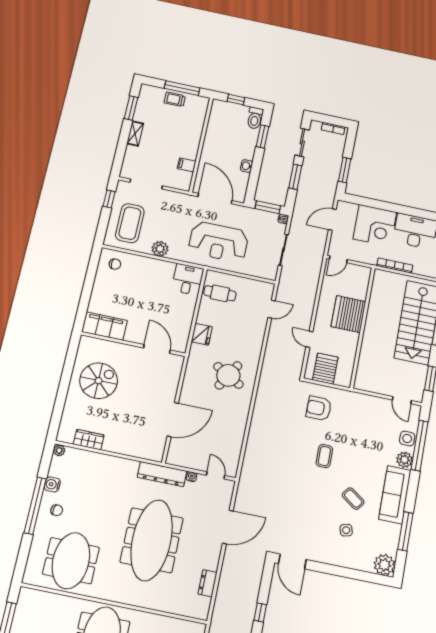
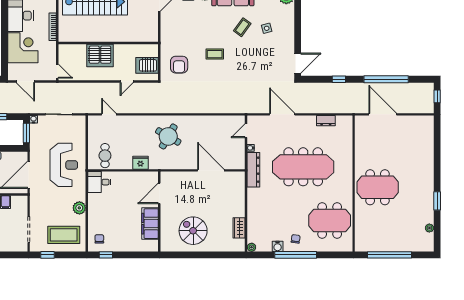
window: (93, 268) -> (106, 255), added
filing cabinet: (104, 326) -> (150, 224), moved

